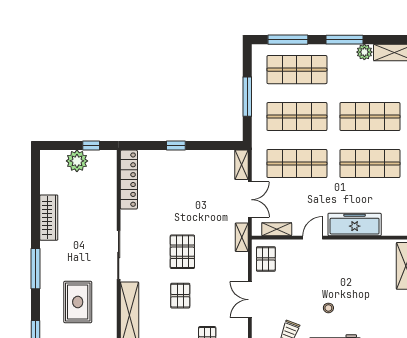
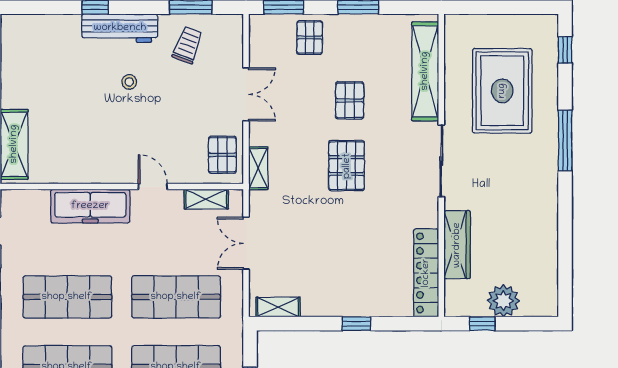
shelving: (241, 165) -> (278, 307), moved, turned 90
wardrobe: (49, 218) -> (457, 245), moved, turned 180
shelving: (242, 237) -> (258, 168), moved
door: (313, 238) -> (153, 187), swing flipped
rug: (78, 302) -> (502, 91), width x1.37, depth x1.44

